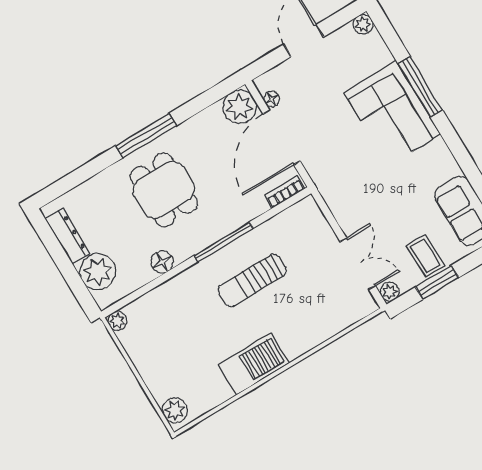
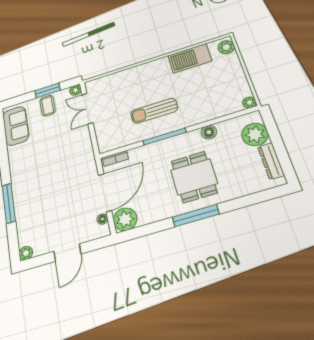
corner sofa: (392, 113) -> (32, 191), removed
sun lounger: (252, 280) -> (154, 111), turned 180
barbecue: (254, 364) -> (190, 58), moved

